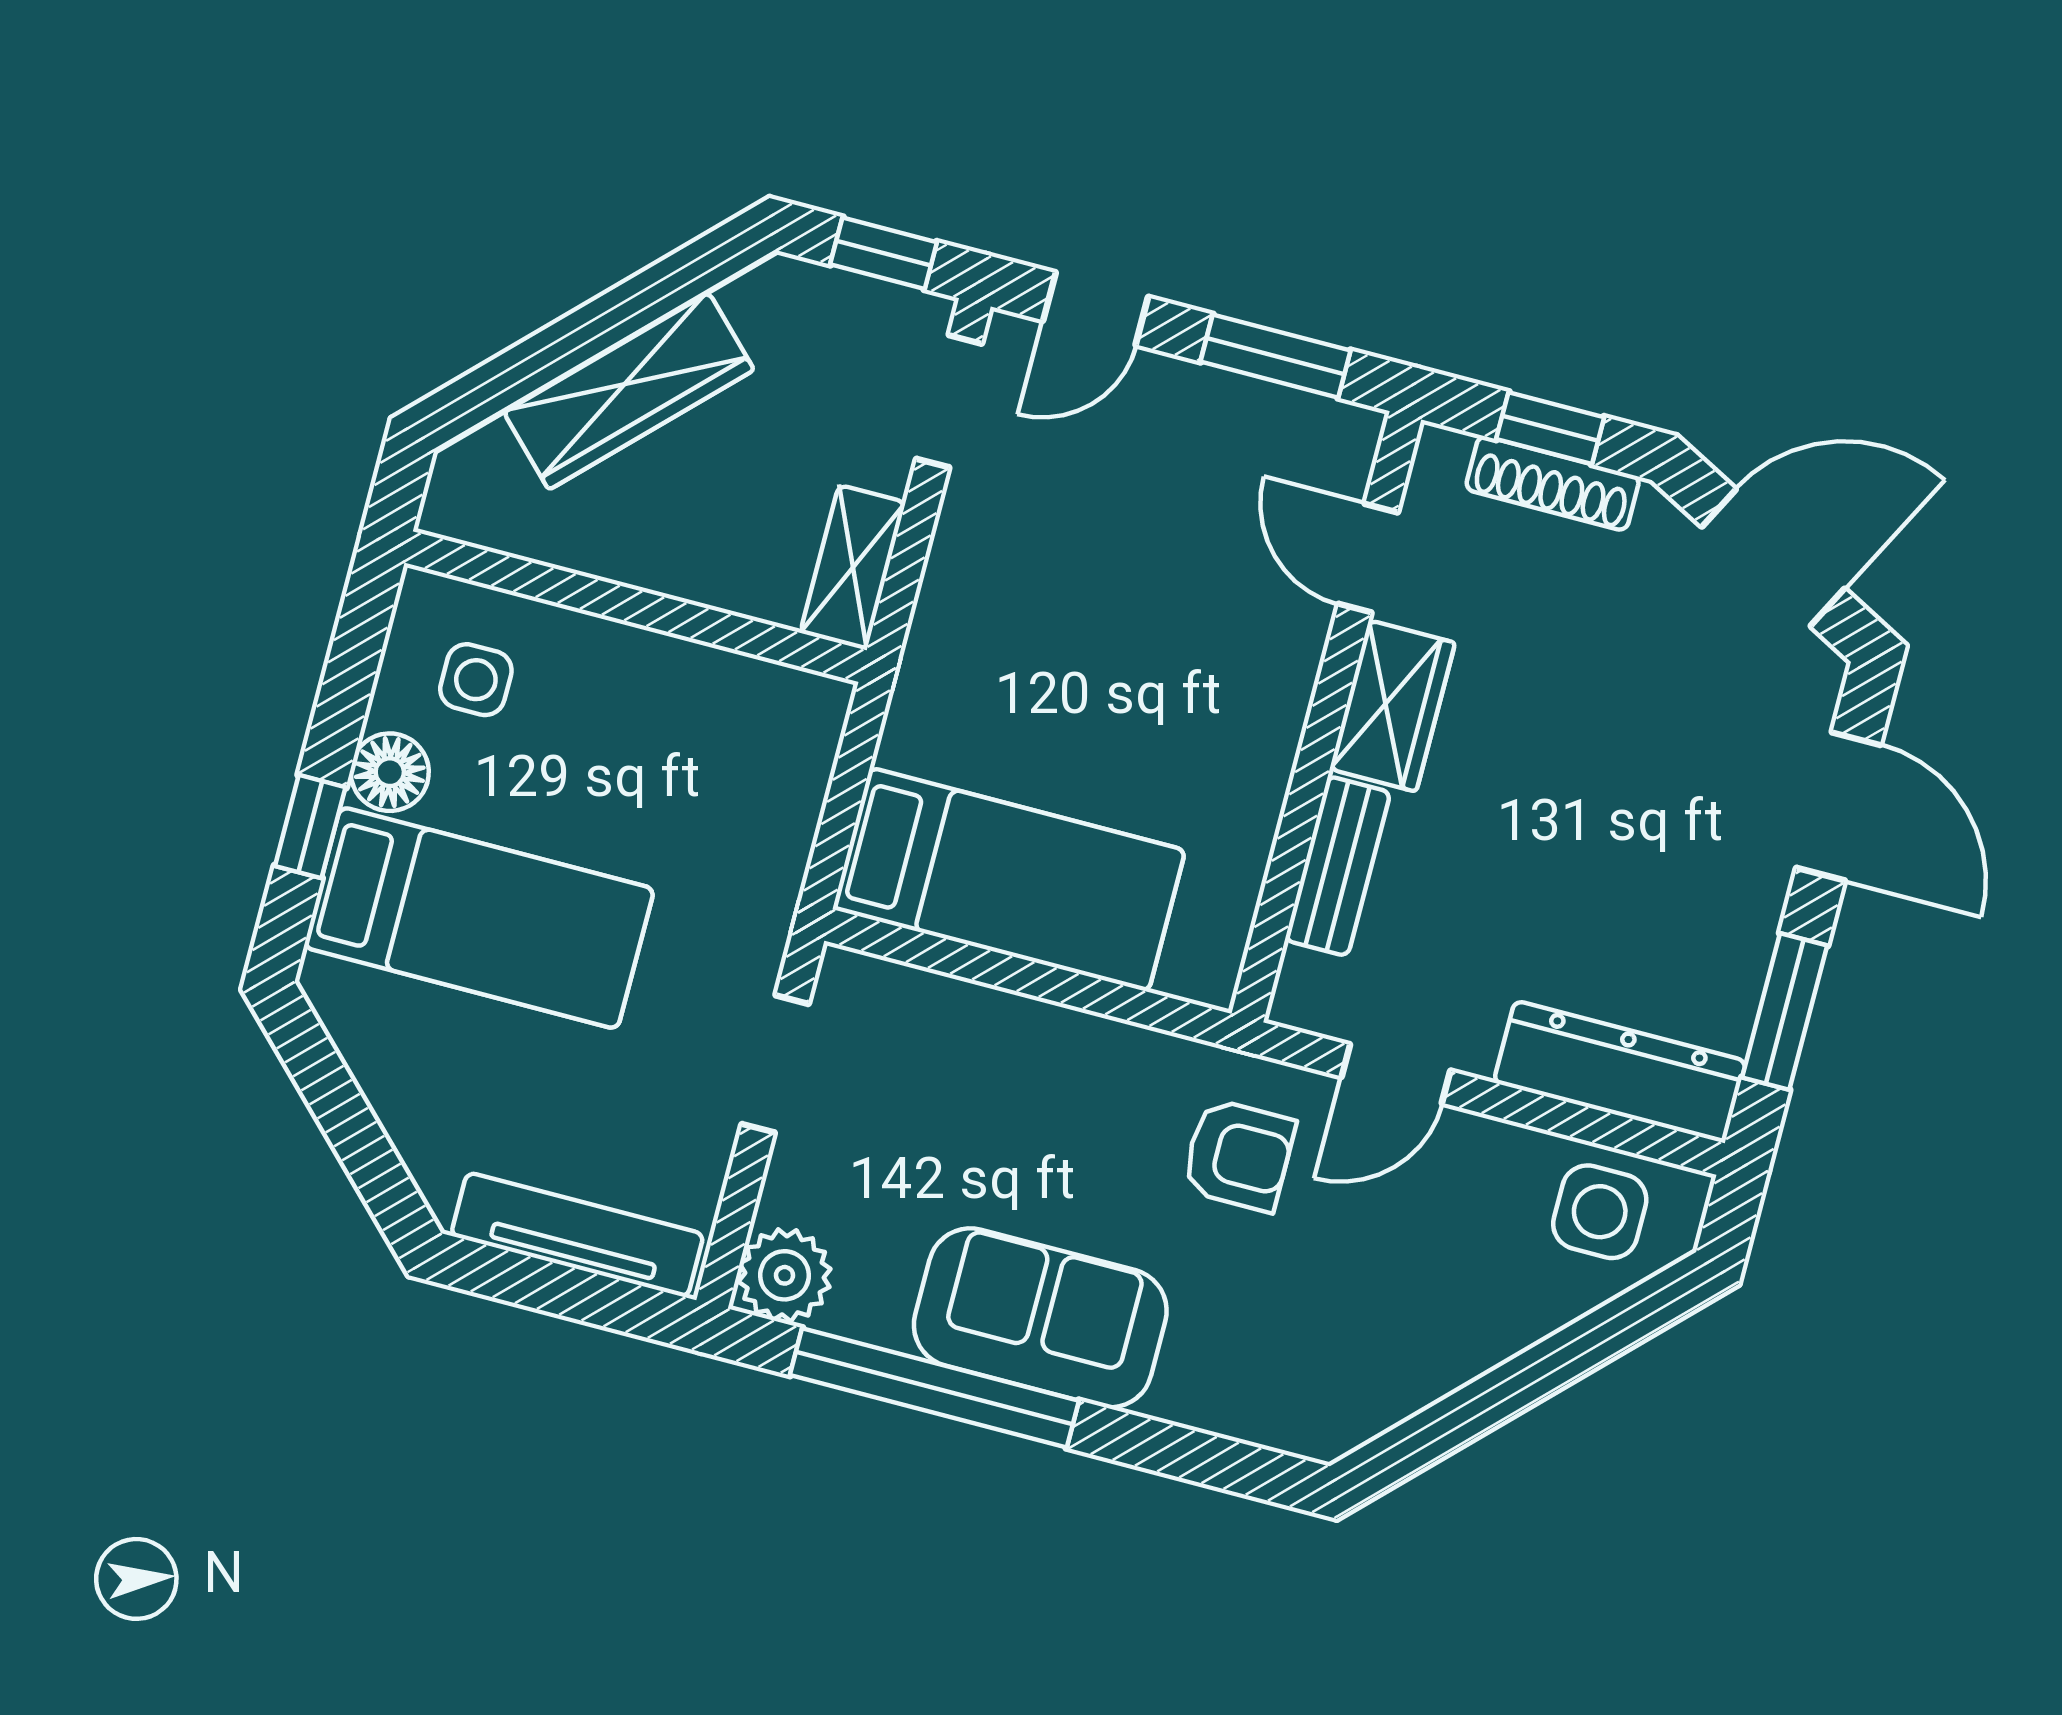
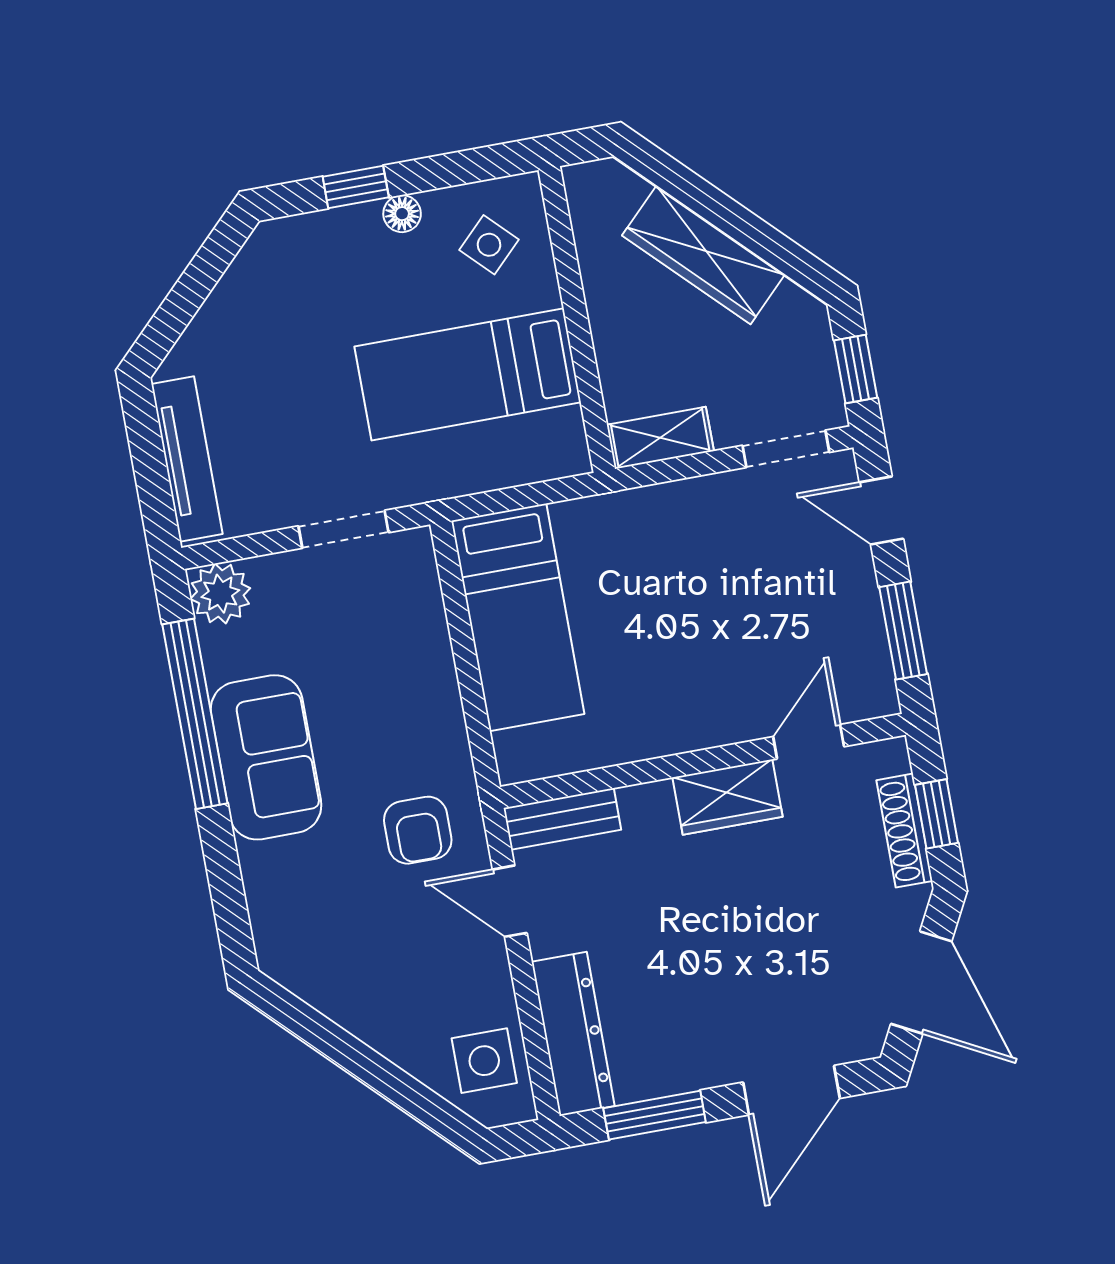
side table: (476, 680) -> (489, 245), turned 45
floor lamp: (390, 772) -> (402, 214), width x0.73, depth x0.73
bench: (1338, 866) -> (562, 819), moved
bed: (479, 918) -> (468, 374), moved, turned 90

